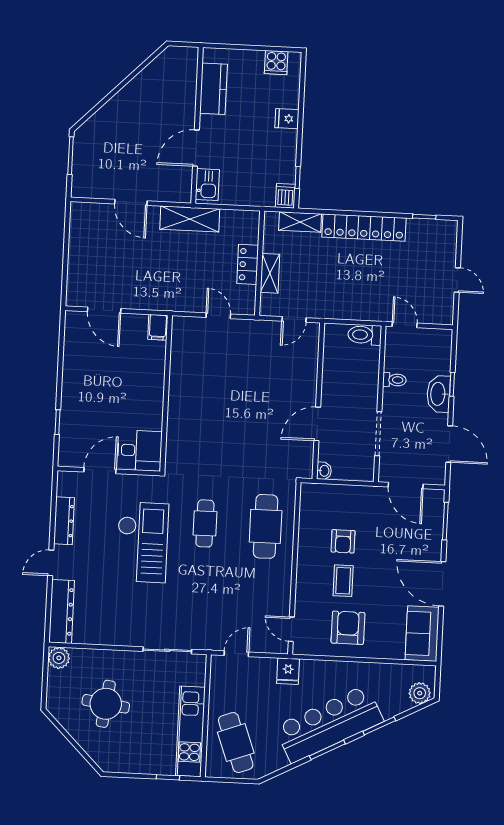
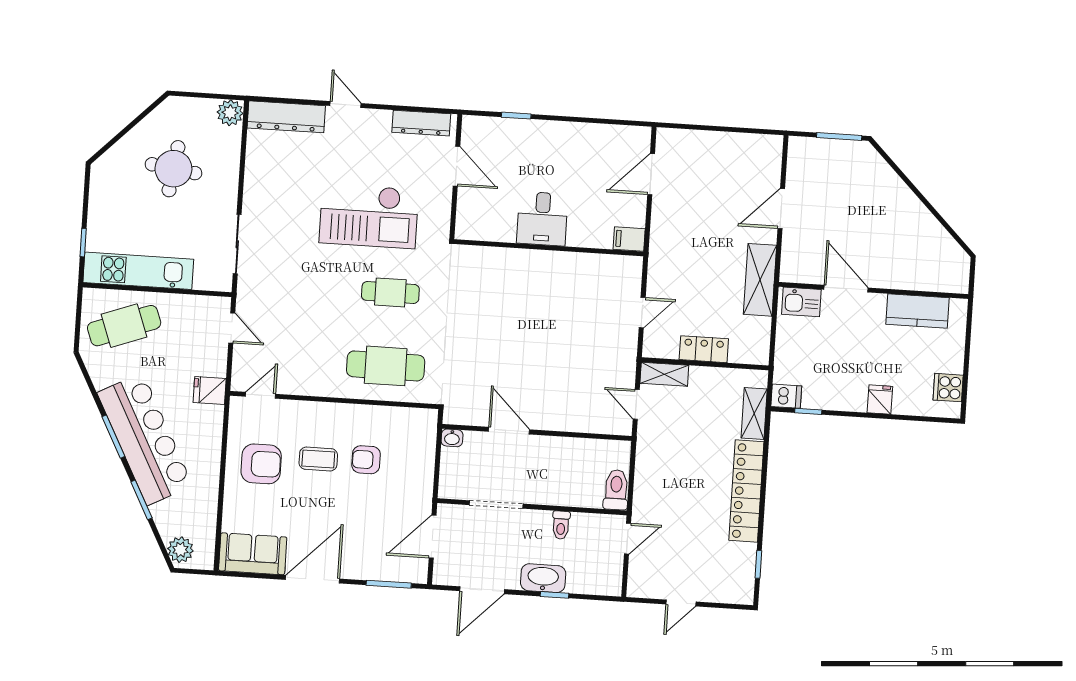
shelving: (270, 273) -> (664, 374), moved
desk: (140, 451) -> (542, 219), moved
dresser: (64, 521) -> (421, 123), moved

